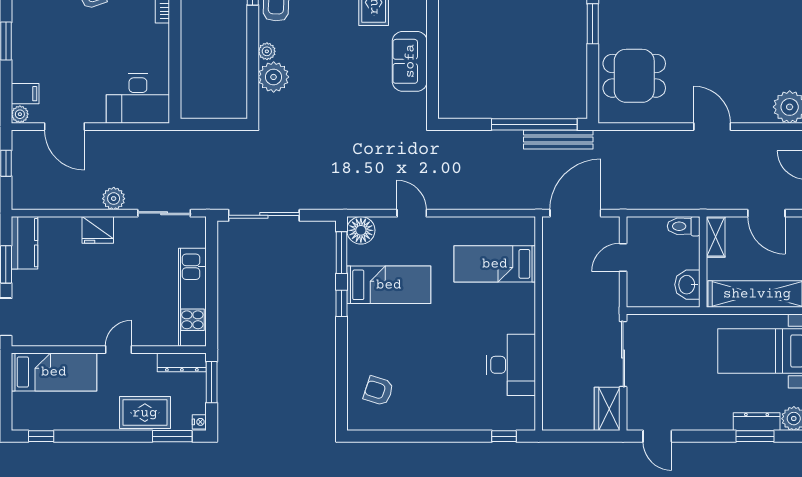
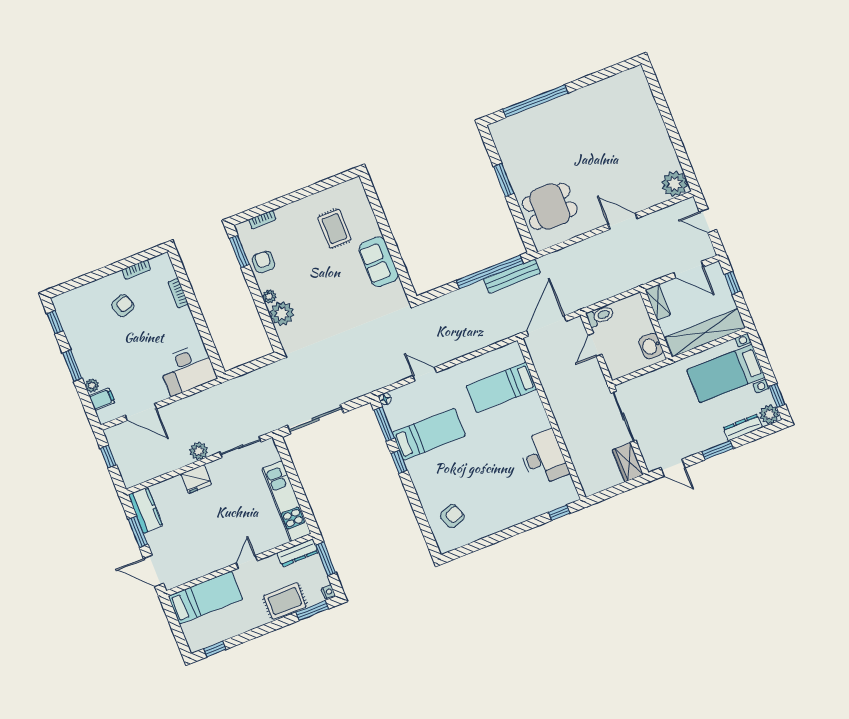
plant: (20, 114) -> (92, 385), moved
toilet: (684, 226) -> (600, 316), moved, turned 180
floor lamp: (361, 230) -> (385, 399), width x0.53, depth x0.53
armchair: (378, 391) -> (452, 516), turned 143
window: (755, 436) -> (718, 450), moved

